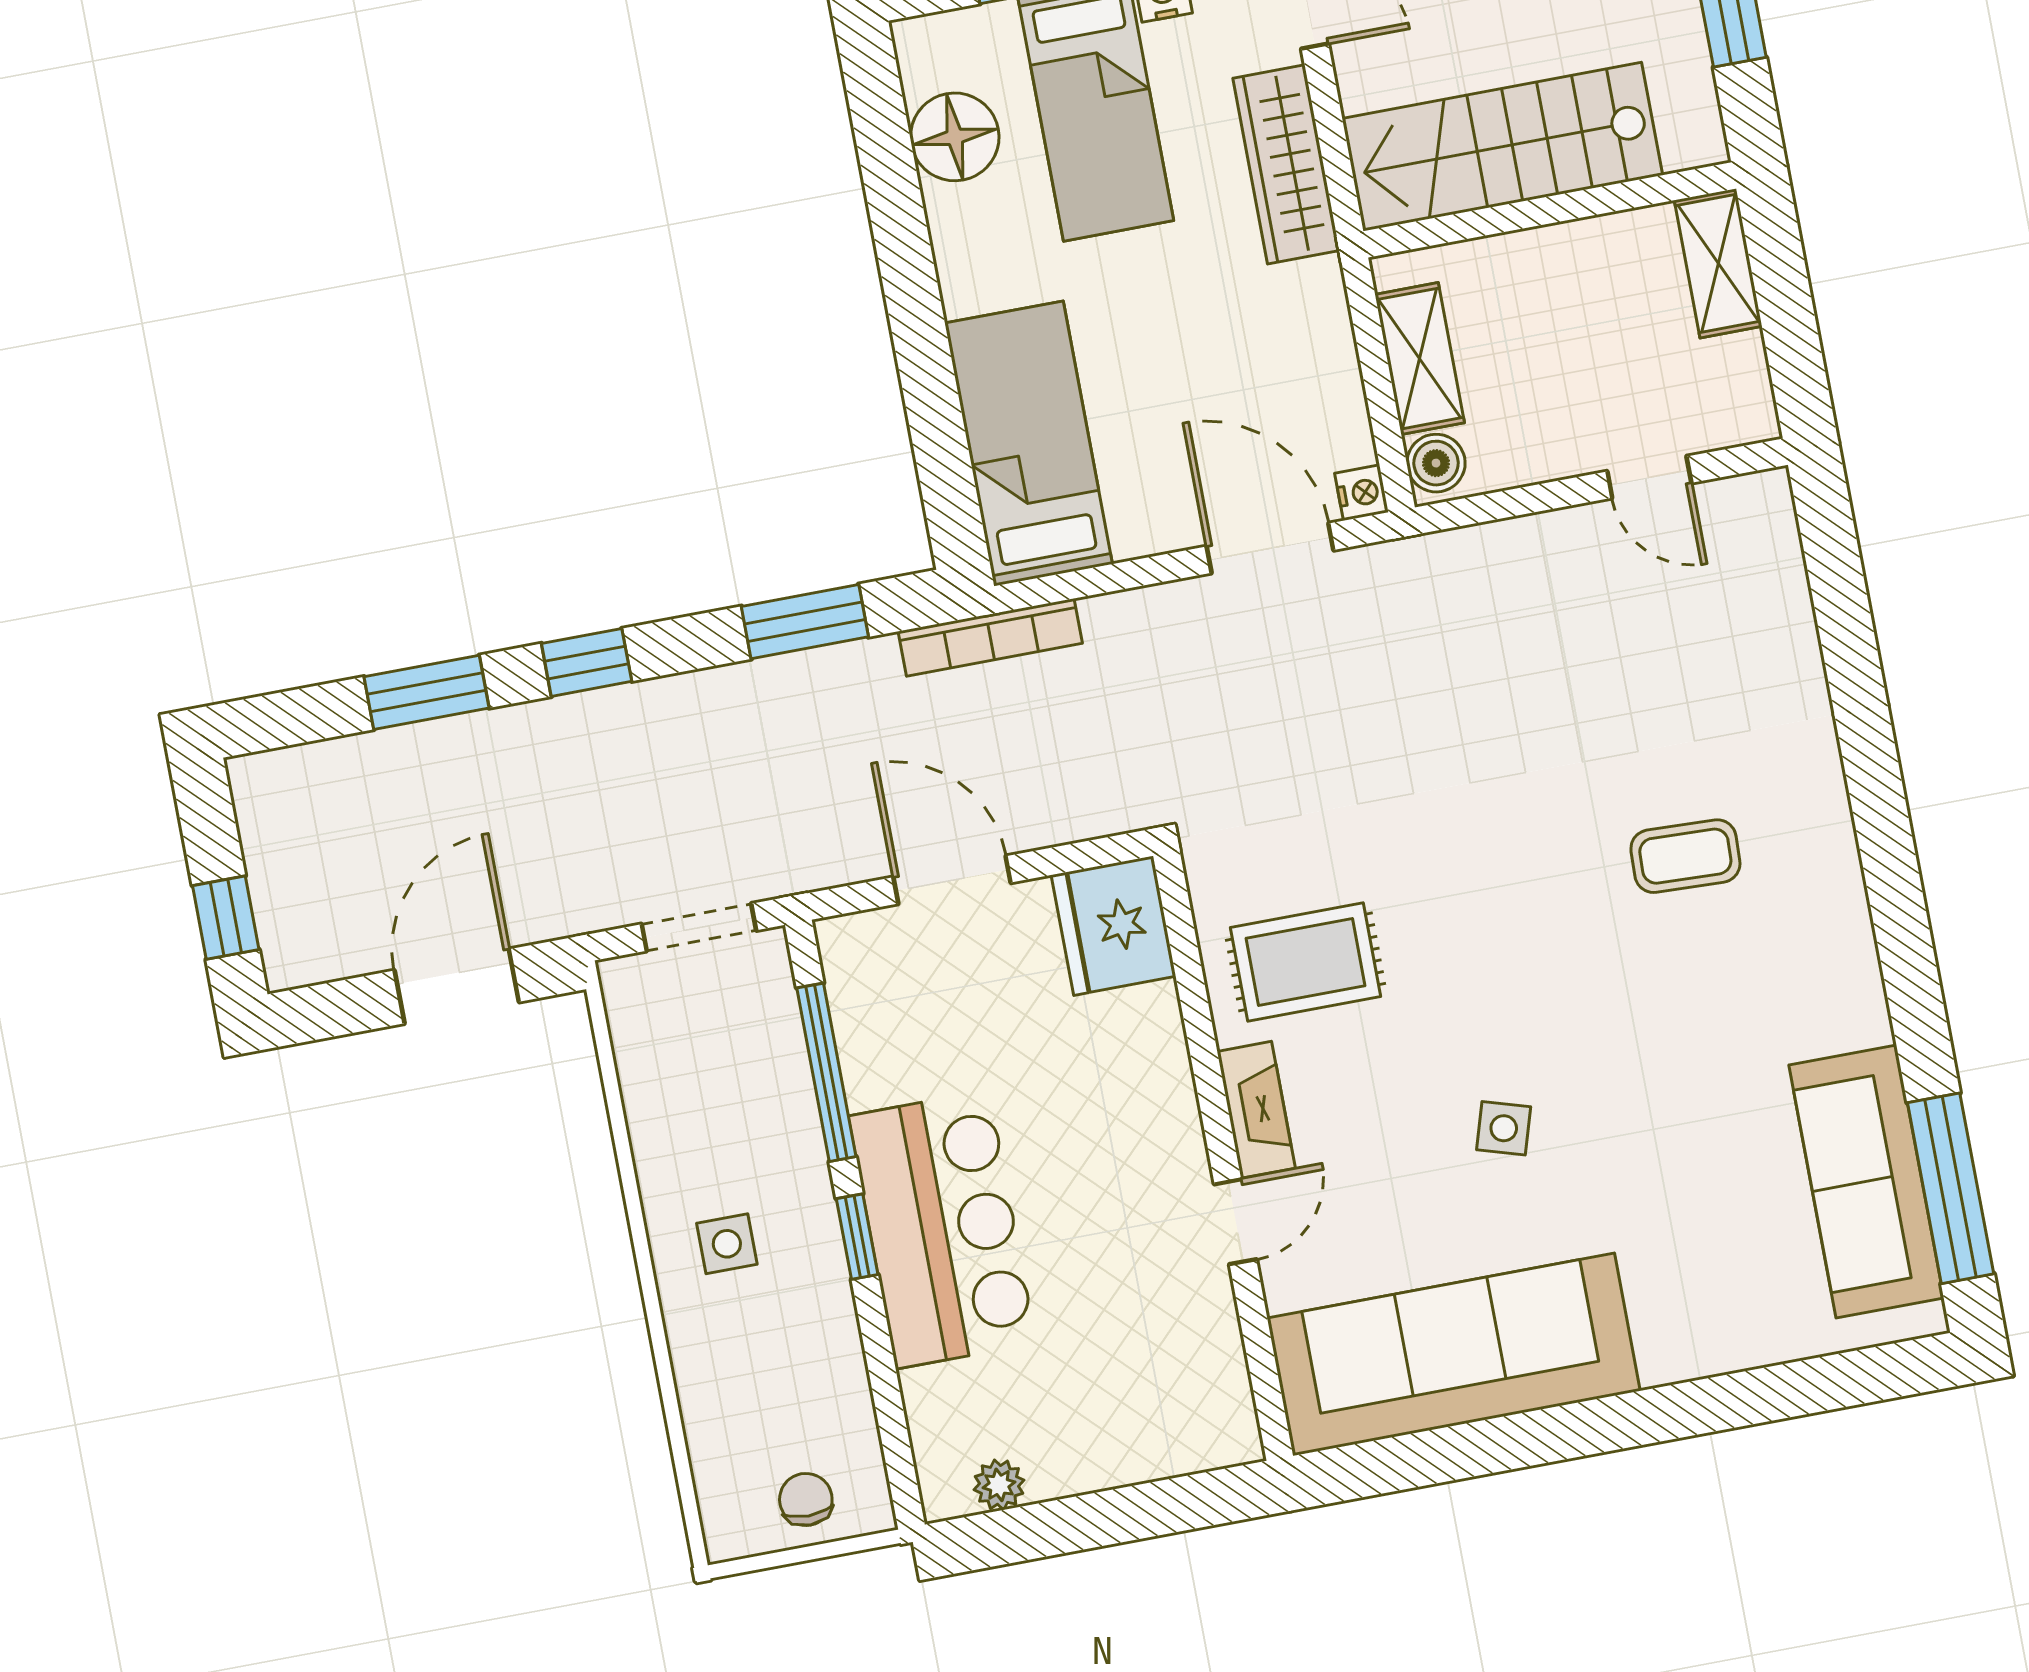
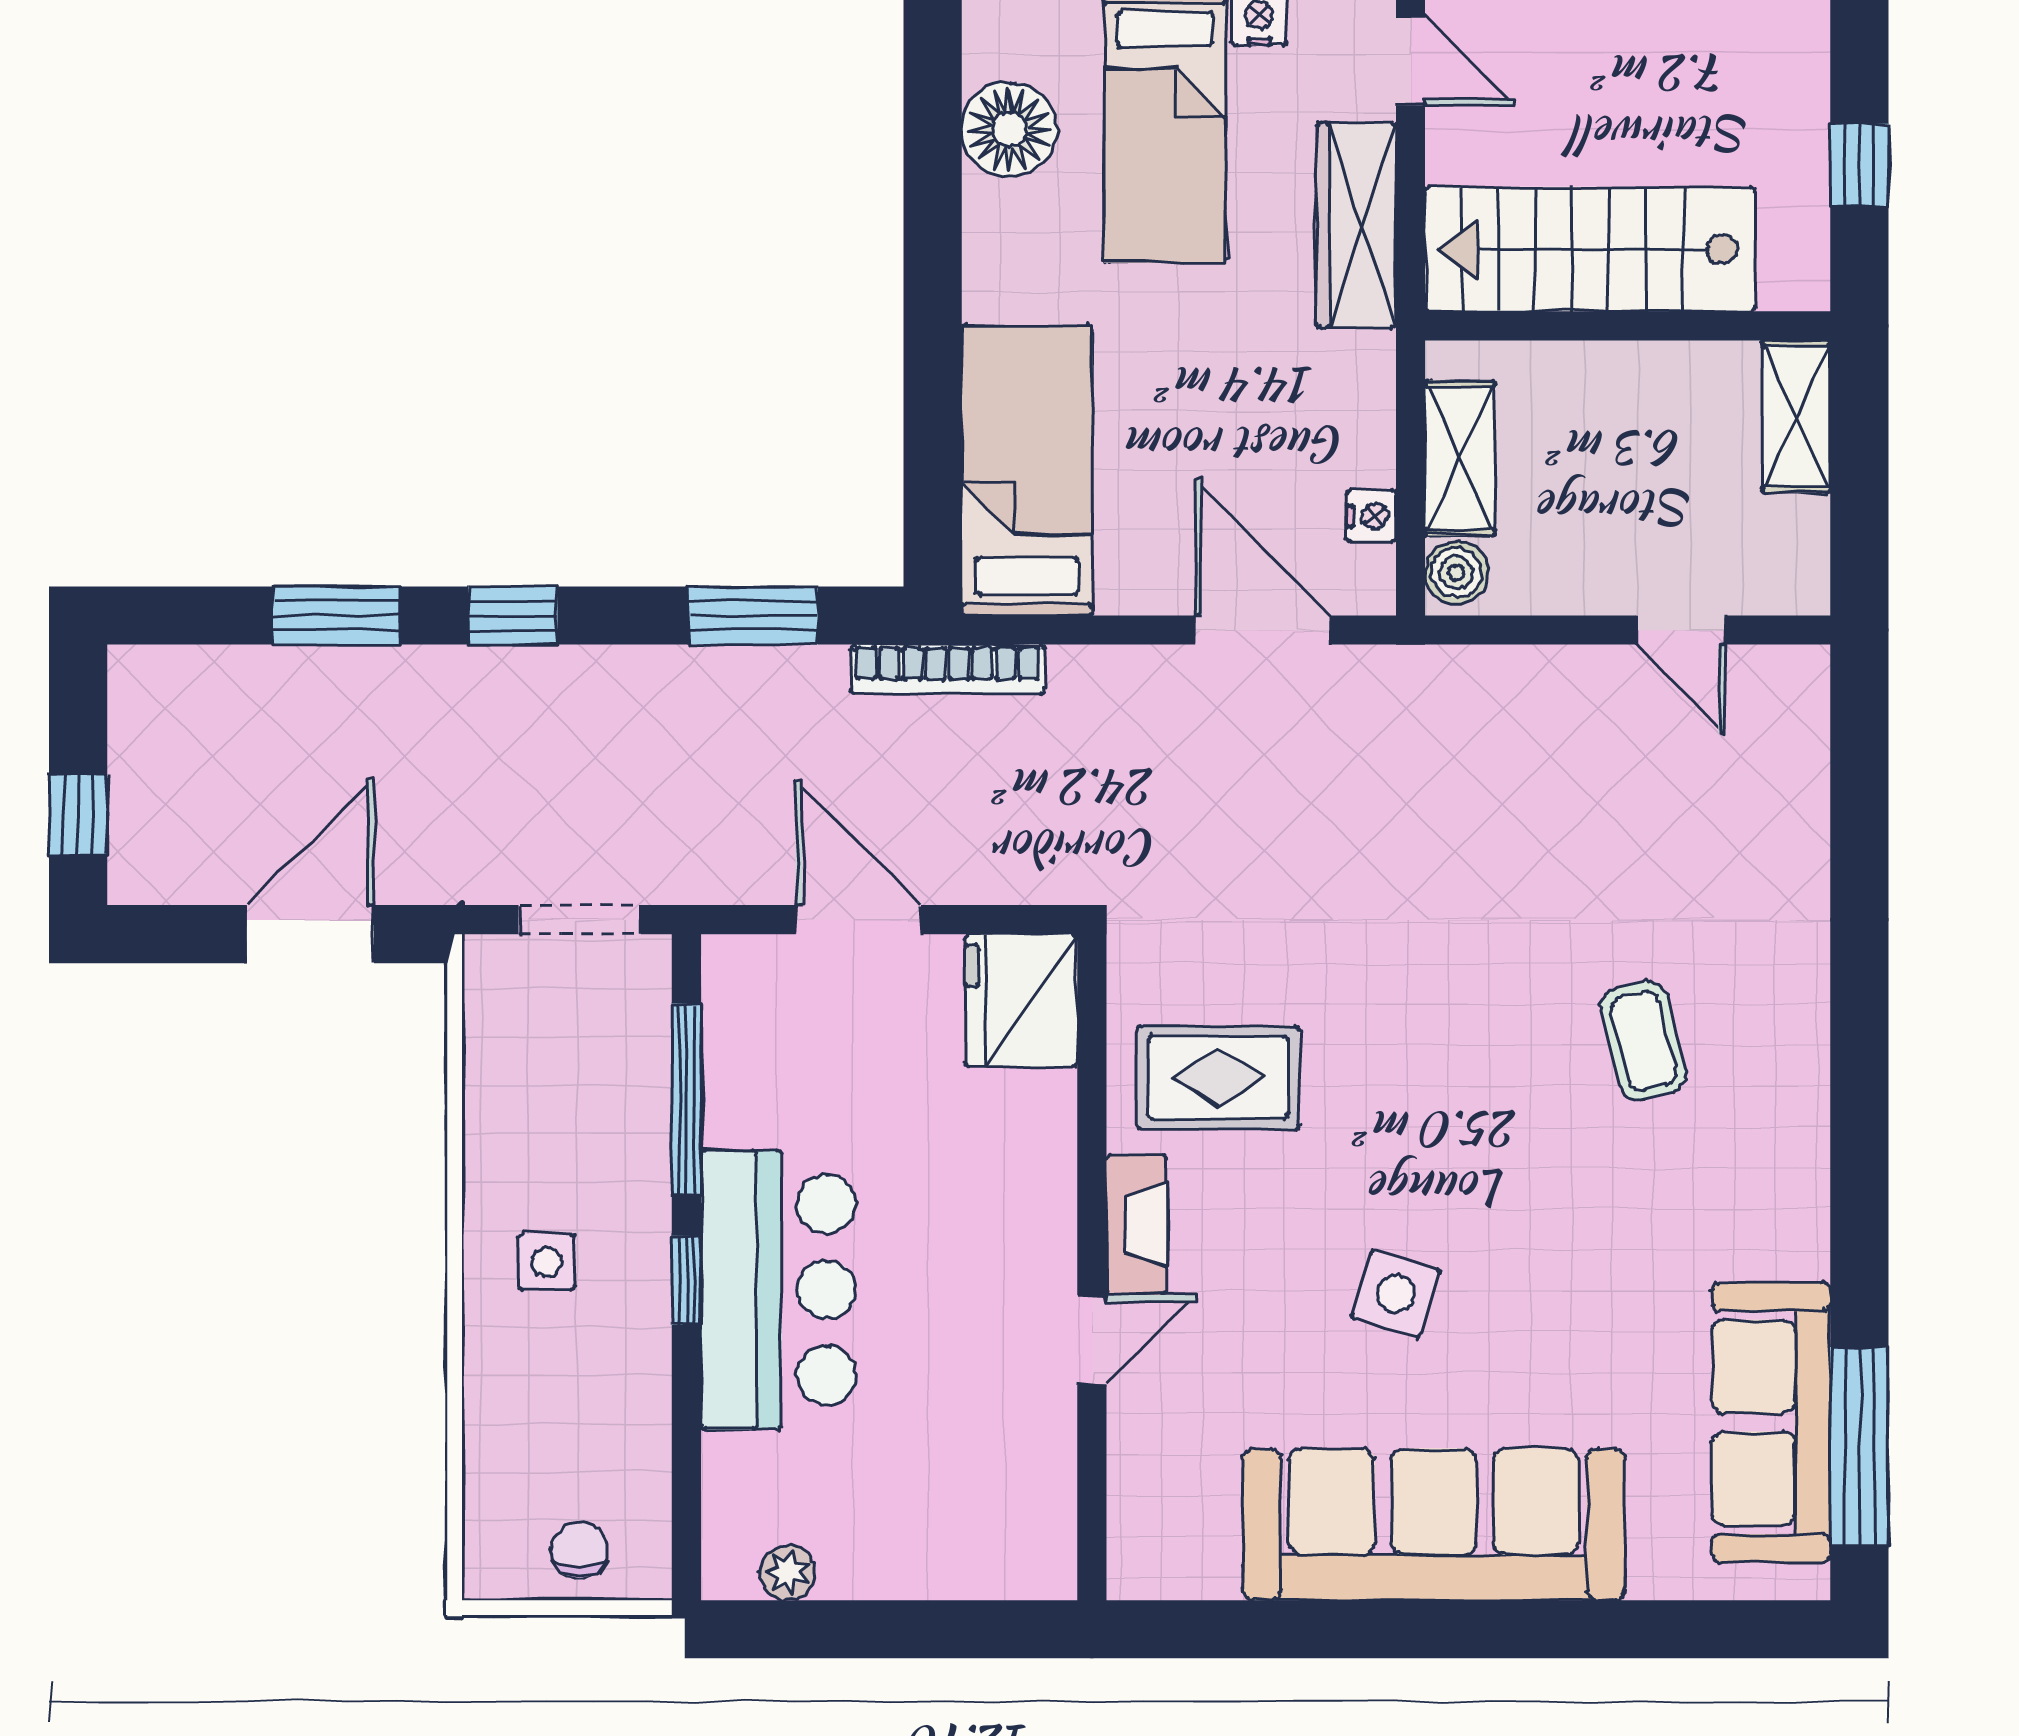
nightstand: (1362, 493) -> (1371, 516), moved
coffee table: (1685, 856) -> (1643, 1040), turned 74
side table: (1504, 1128) -> (1396, 1294), width x1.37, depth x1.37
sofa: (1454, 1354) -> (1434, 1524), moved

